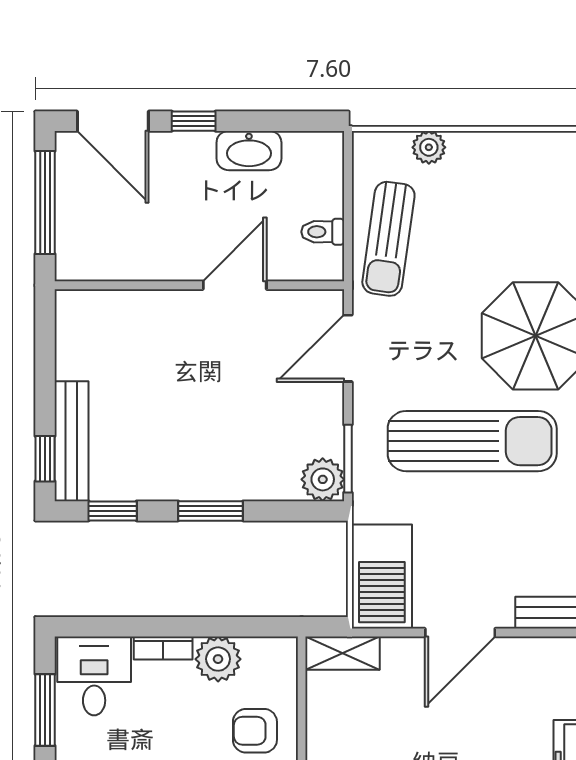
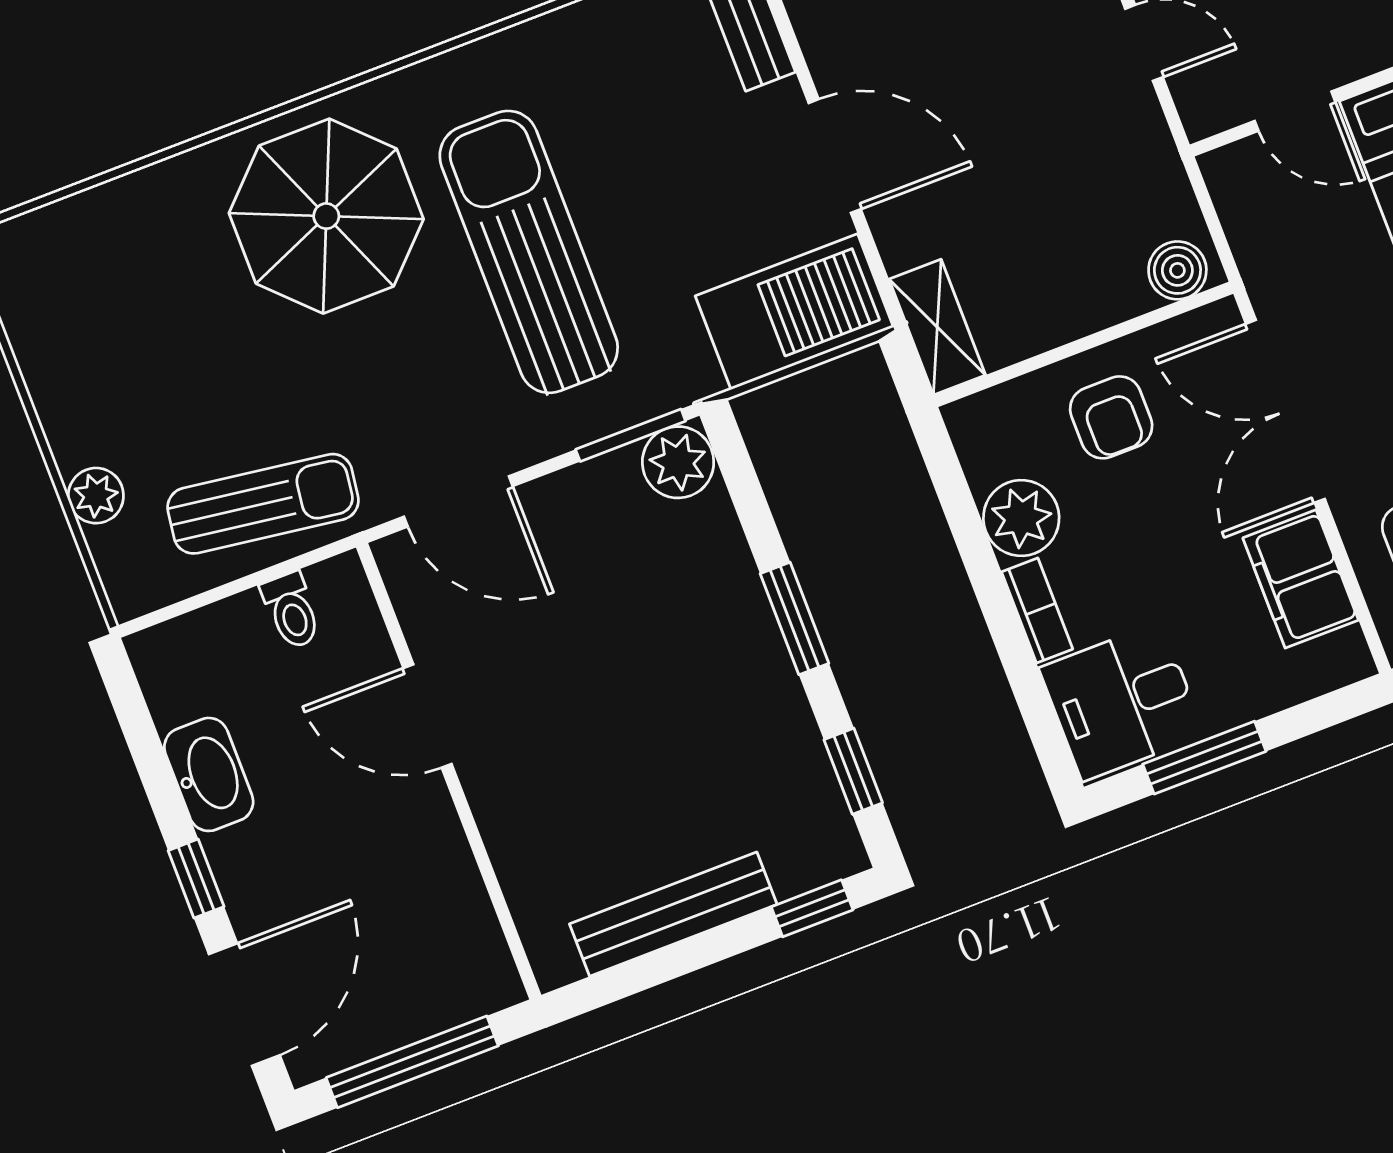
bench: (71, 441) -> (673, 914), moved

